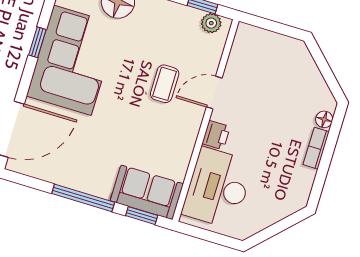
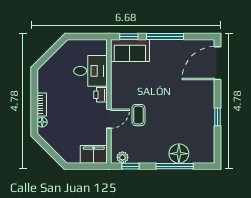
filing cabinet: (256, 42) -> (94, 154), added
corner sofa: (72, 60) -> (195, 113), removed
desk: (218, 188) -> (91, 71), width x0.73

